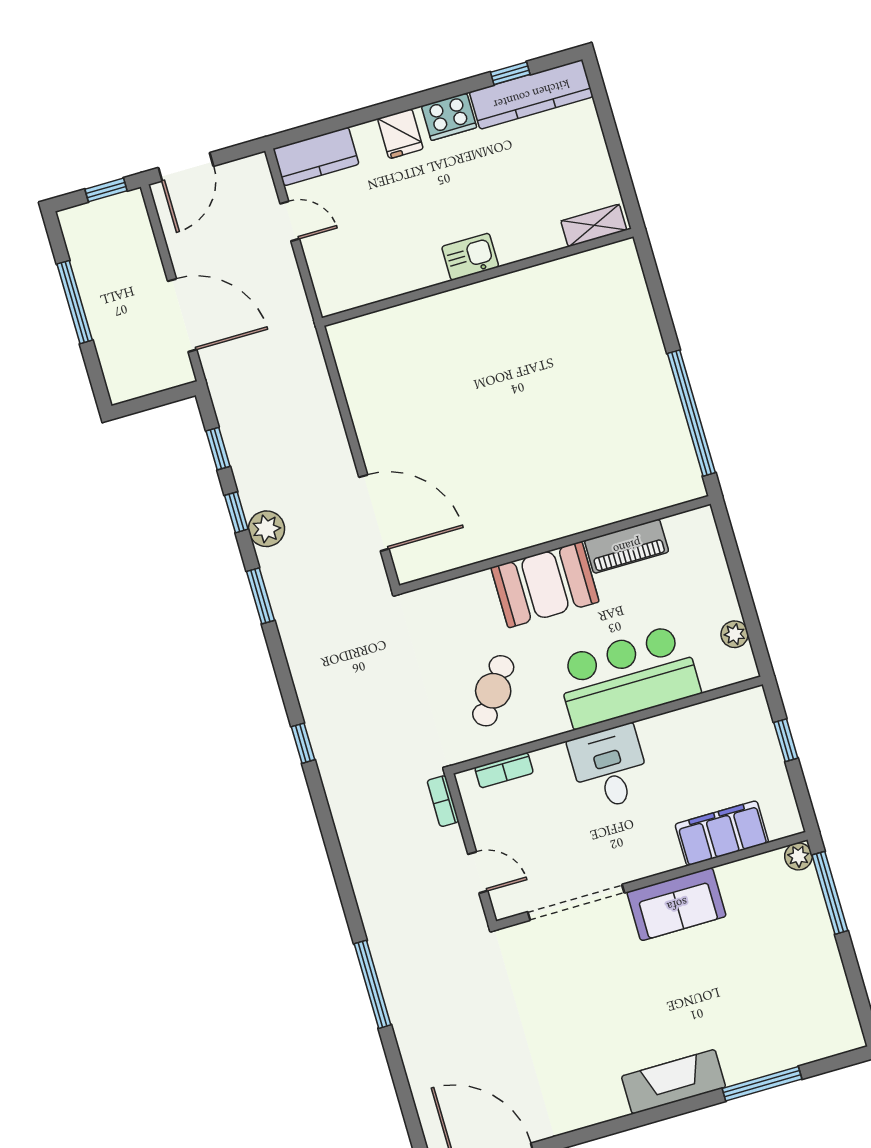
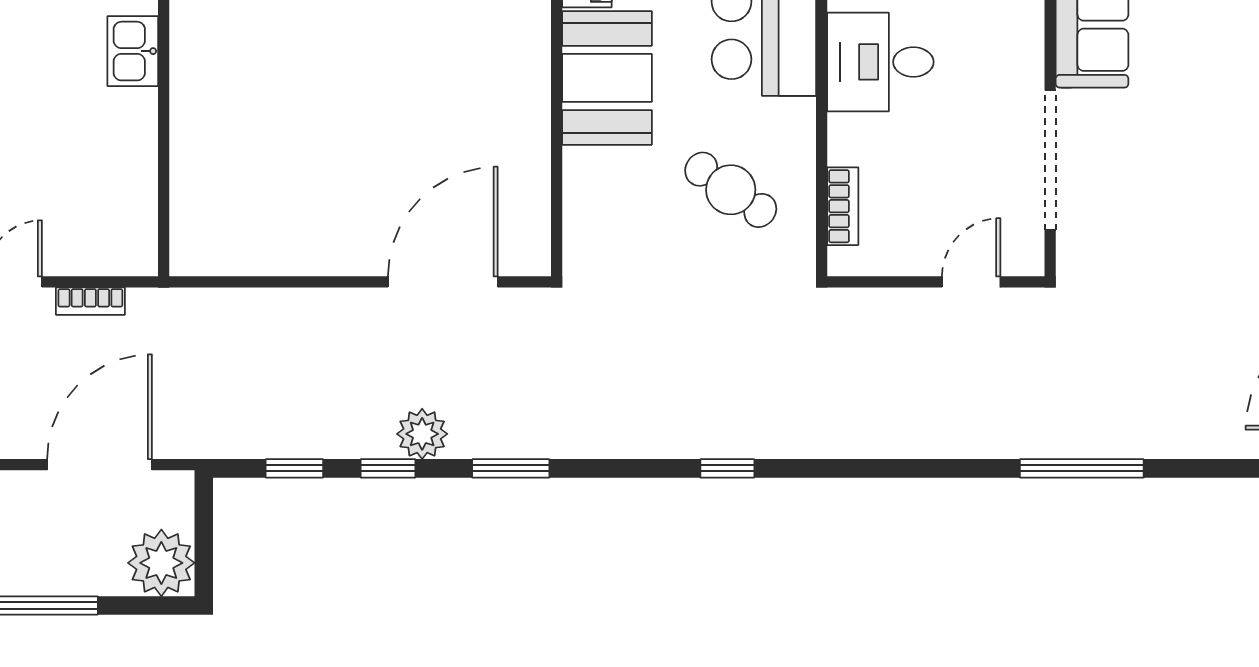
plant: (128, 377) -> (161, 563), added
bookcase: (443, 801) -> (90, 301), moved

